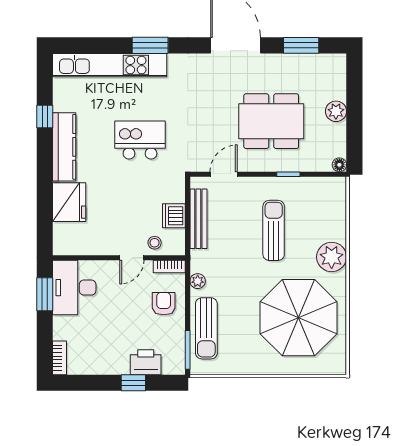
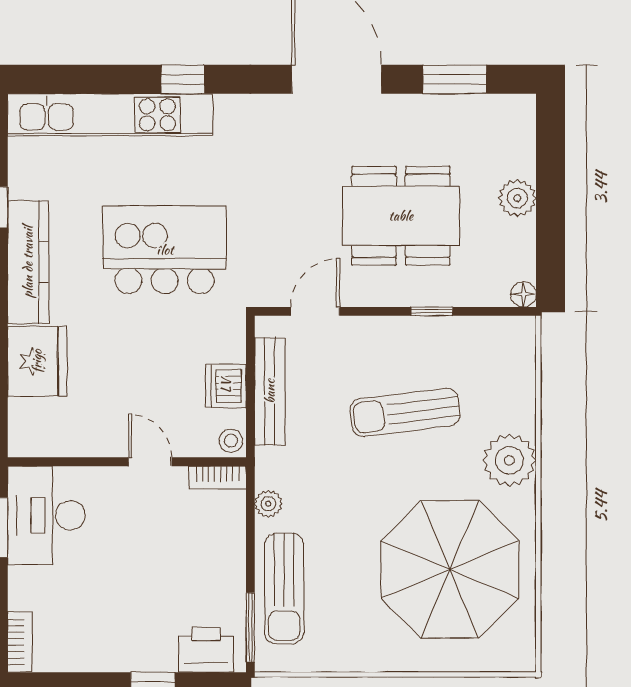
window: (150, 45) -> (183, 79), width x0.67
kitchen island: (140, 140) -> (165, 250), width x1.37, depth x1.28
sun lounger: (274, 230) -> (405, 412), turned -97
stool: (155, 243) -> (231, 441), moved
door: (132, 258) -> (150, 462), swing flipped
armchair: (164, 304) -> (207, 544), removed
printer: (146, 362) -> (206, 650), moved

